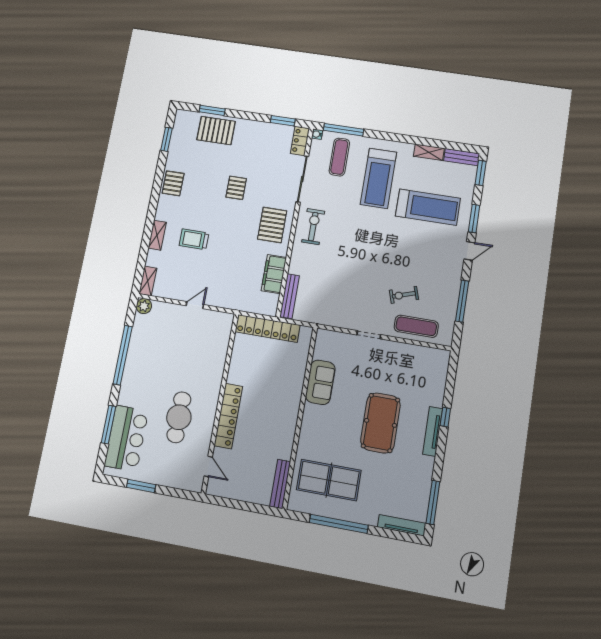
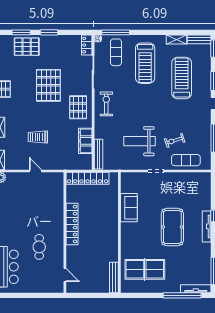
window: (283, 121) -> (49, 32), moved
pallet: (236, 188) -> (48, 85), width x2.05, depth x2.00
treadmill: (428, 207) -> (182, 78), turned -90
trolley: (194, 239) -> (38, 137), moved
weight bench: (352, 287) -> (139, 141), added
door: (195, 305) -> (35, 171), hinge flipped
locker: (228, 416) -> (72, 224), moved
cafe table: (179, 417) -> (39, 247), width x0.73, depth x0.74
window: (141, 486) -> (23, 295), removed
window: (339, 524) -> (182, 295), moved

